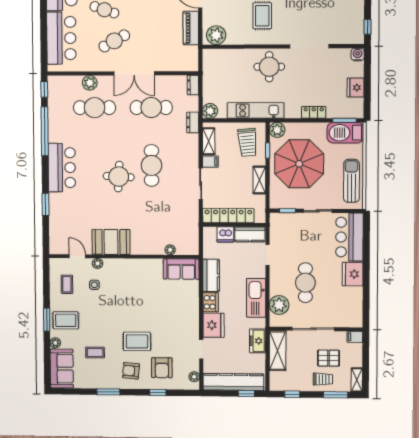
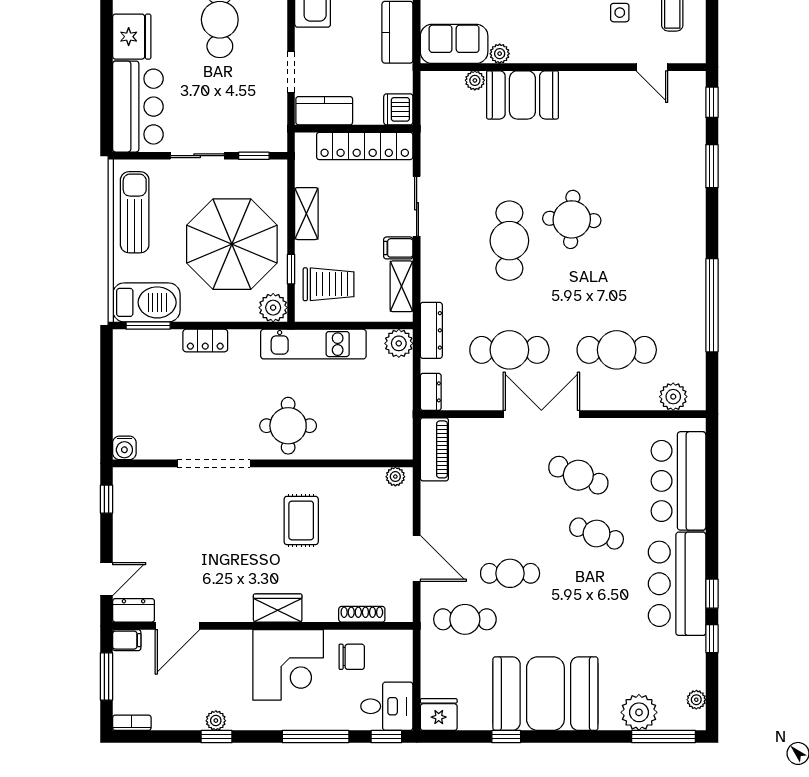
piano: (191, 28) -> (434, 449), moved
plant: (216, 35) -> (395, 477), width x0.53, depth x0.53
cafe table: (114, 41) -> (578, 475), turned 52
plant: (90, 83) -> (673, 397), moved
fridge: (356, 88) -> (128, 386), removed
window: (44, 89) -> (712, 102), moved
dresser: (193, 122) -> (431, 330), width x1.44
trolley: (247, 142) -> (329, 284), turned 95
bar counter: (62, 168) -> (680, 236), removed
sun lounger: (351, 181) -> (135, 212), turned 180
dishwasher: (225, 234) -> (398, 109), moved, turned -90
booth: (111, 242) -> (522, 95), moved
plant: (98, 263) -> (500, 54), moved

